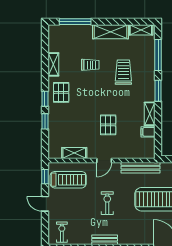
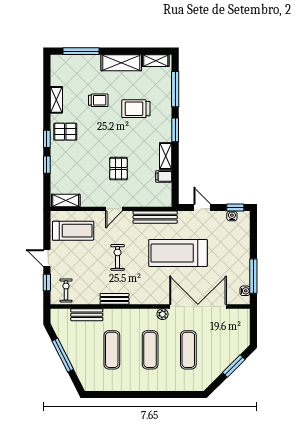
trolley: (123, 72) -> (136, 109), turned -90
pallet: (61, 92) -> (65, 132), turned 90
shelving: (74, 153) -> (66, 200), moved
window: (45, 177) -> (47, 283), moved

